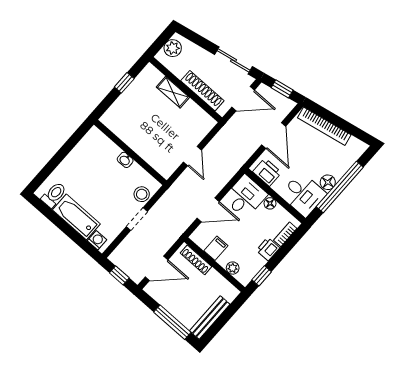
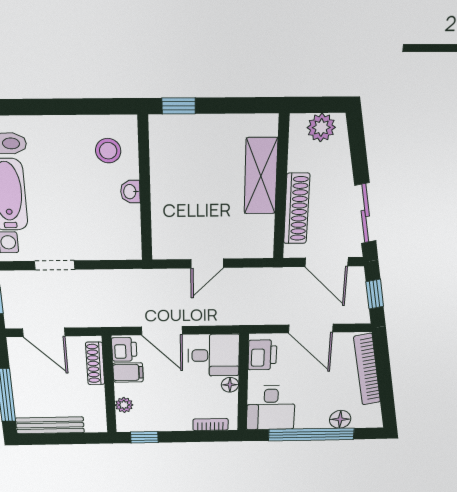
window: (124, 83) -> (179, 106), moved
shelving: (173, 92) -> (261, 176), width x1.50, depth x1.33
door: (274, 136) -> (311, 329), hinge flipped
floor lamp: (328, 182) -> (340, 419), moved
stool: (142, 194) -> (108, 151), moved
doorway: (137, 219) -> (55, 265), moved
printer: (268, 249) -> (124, 349), moved, turned 90

